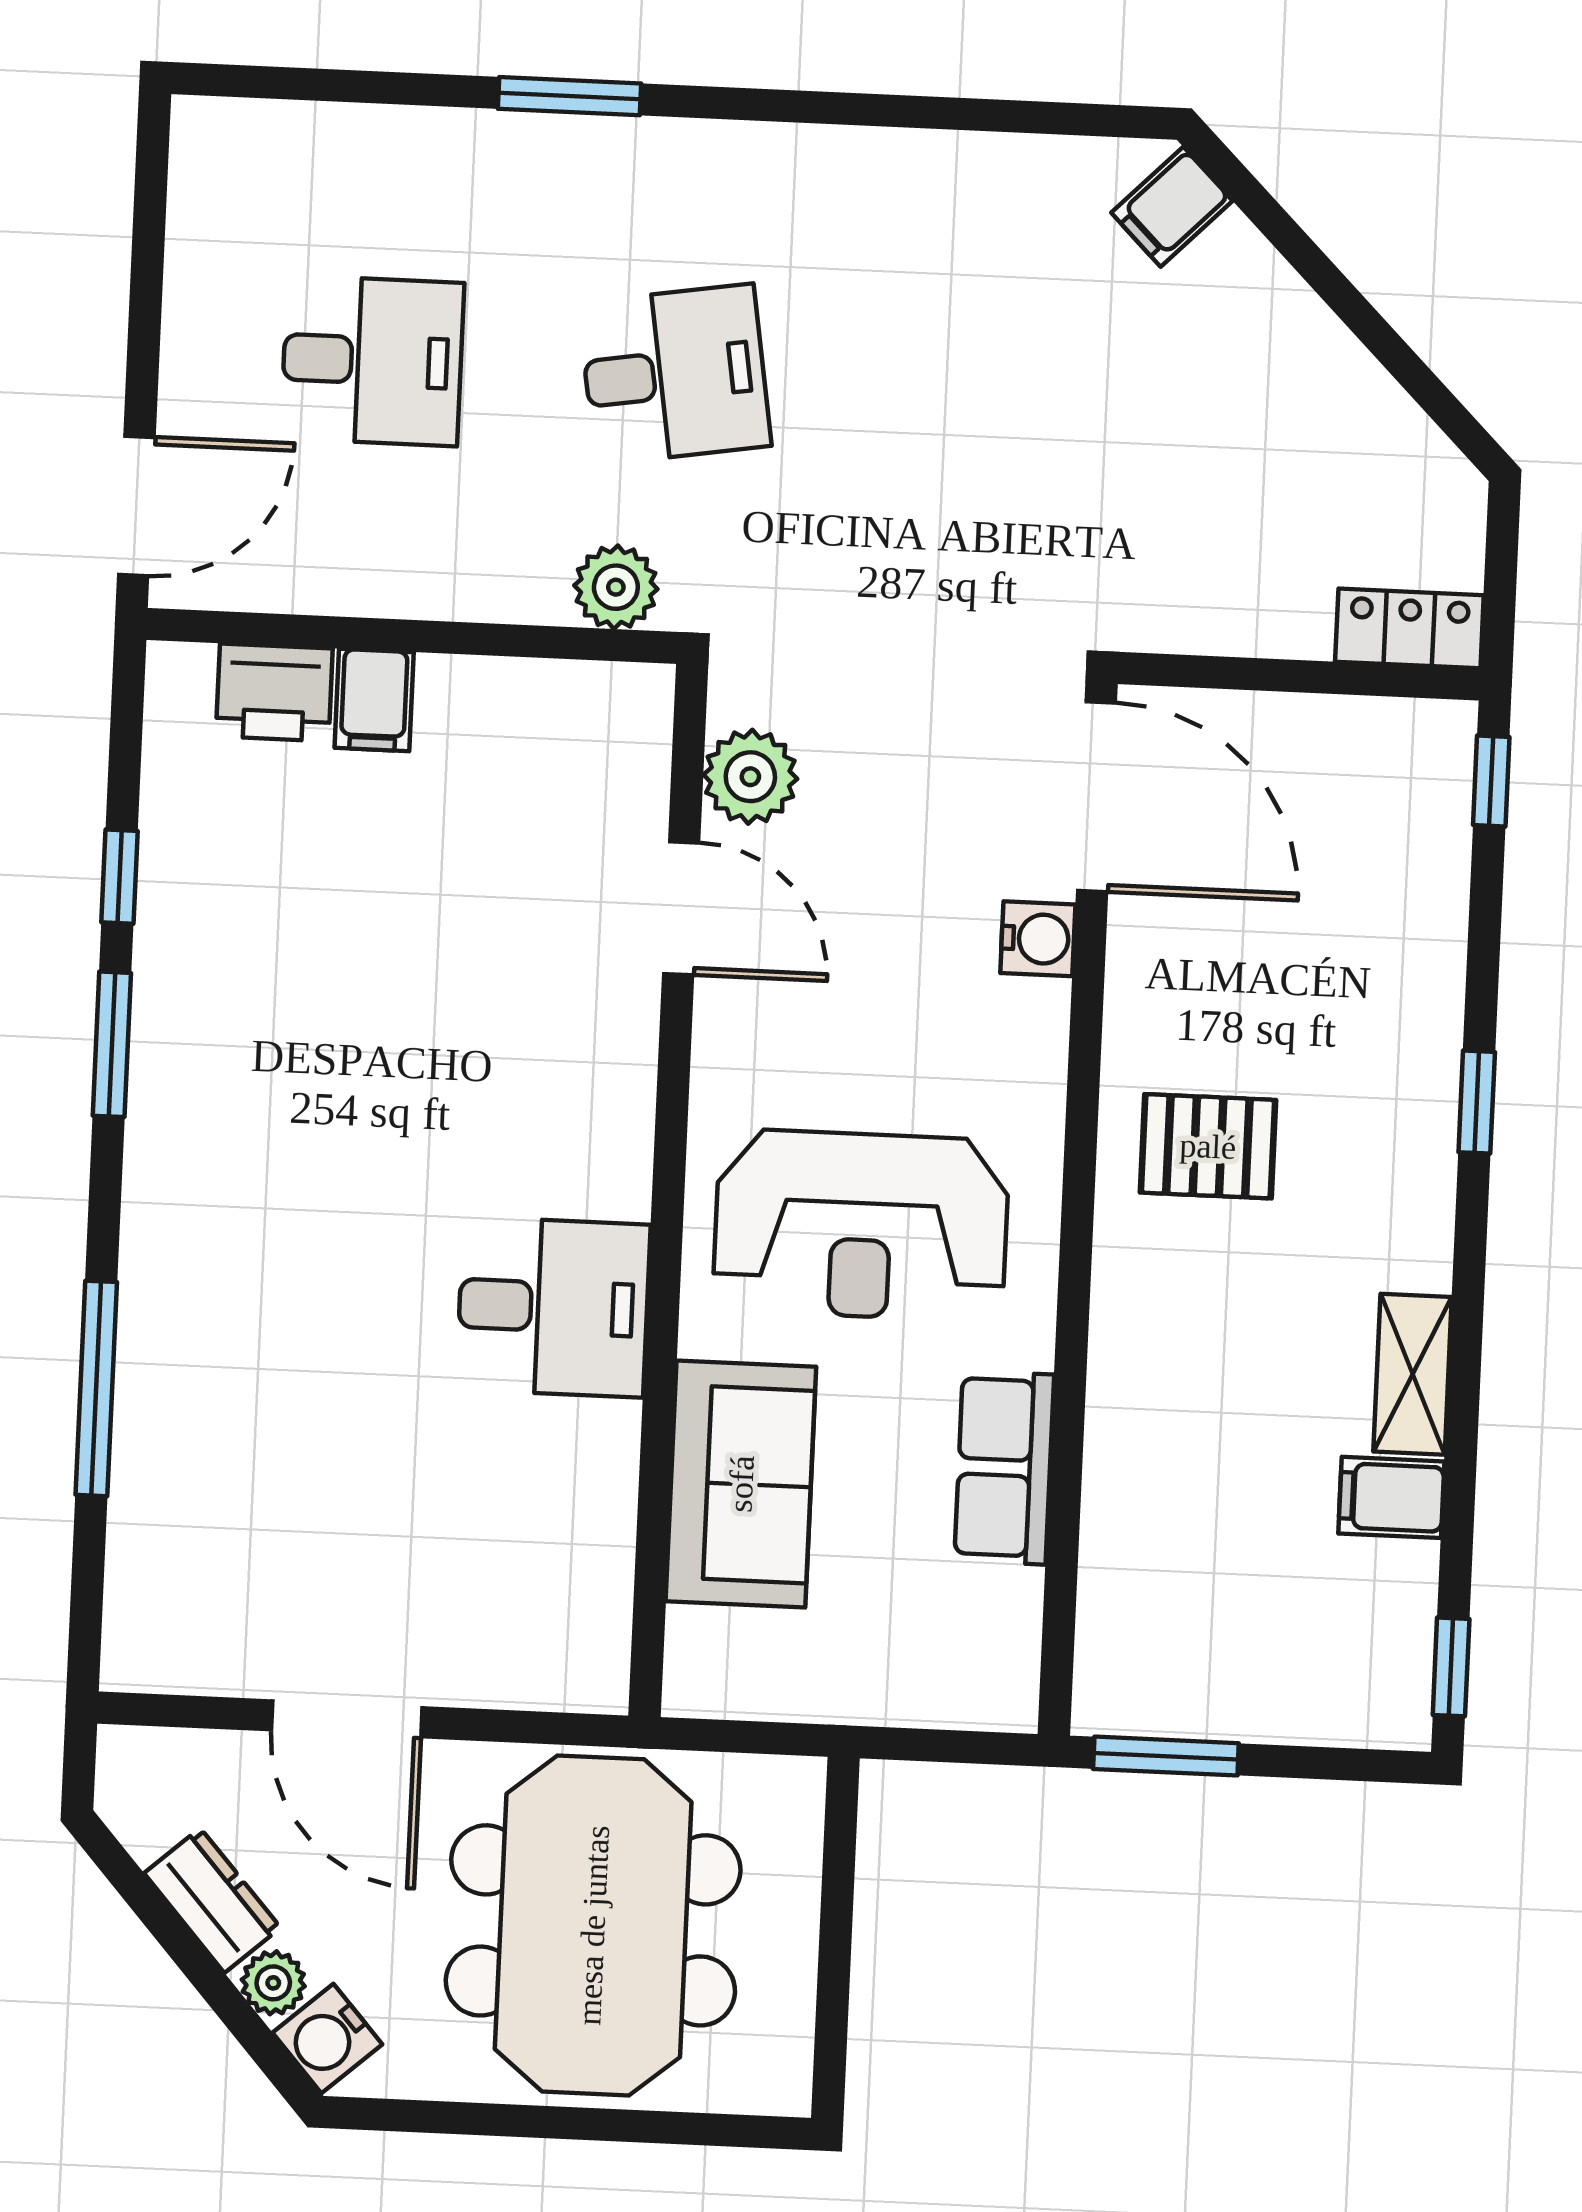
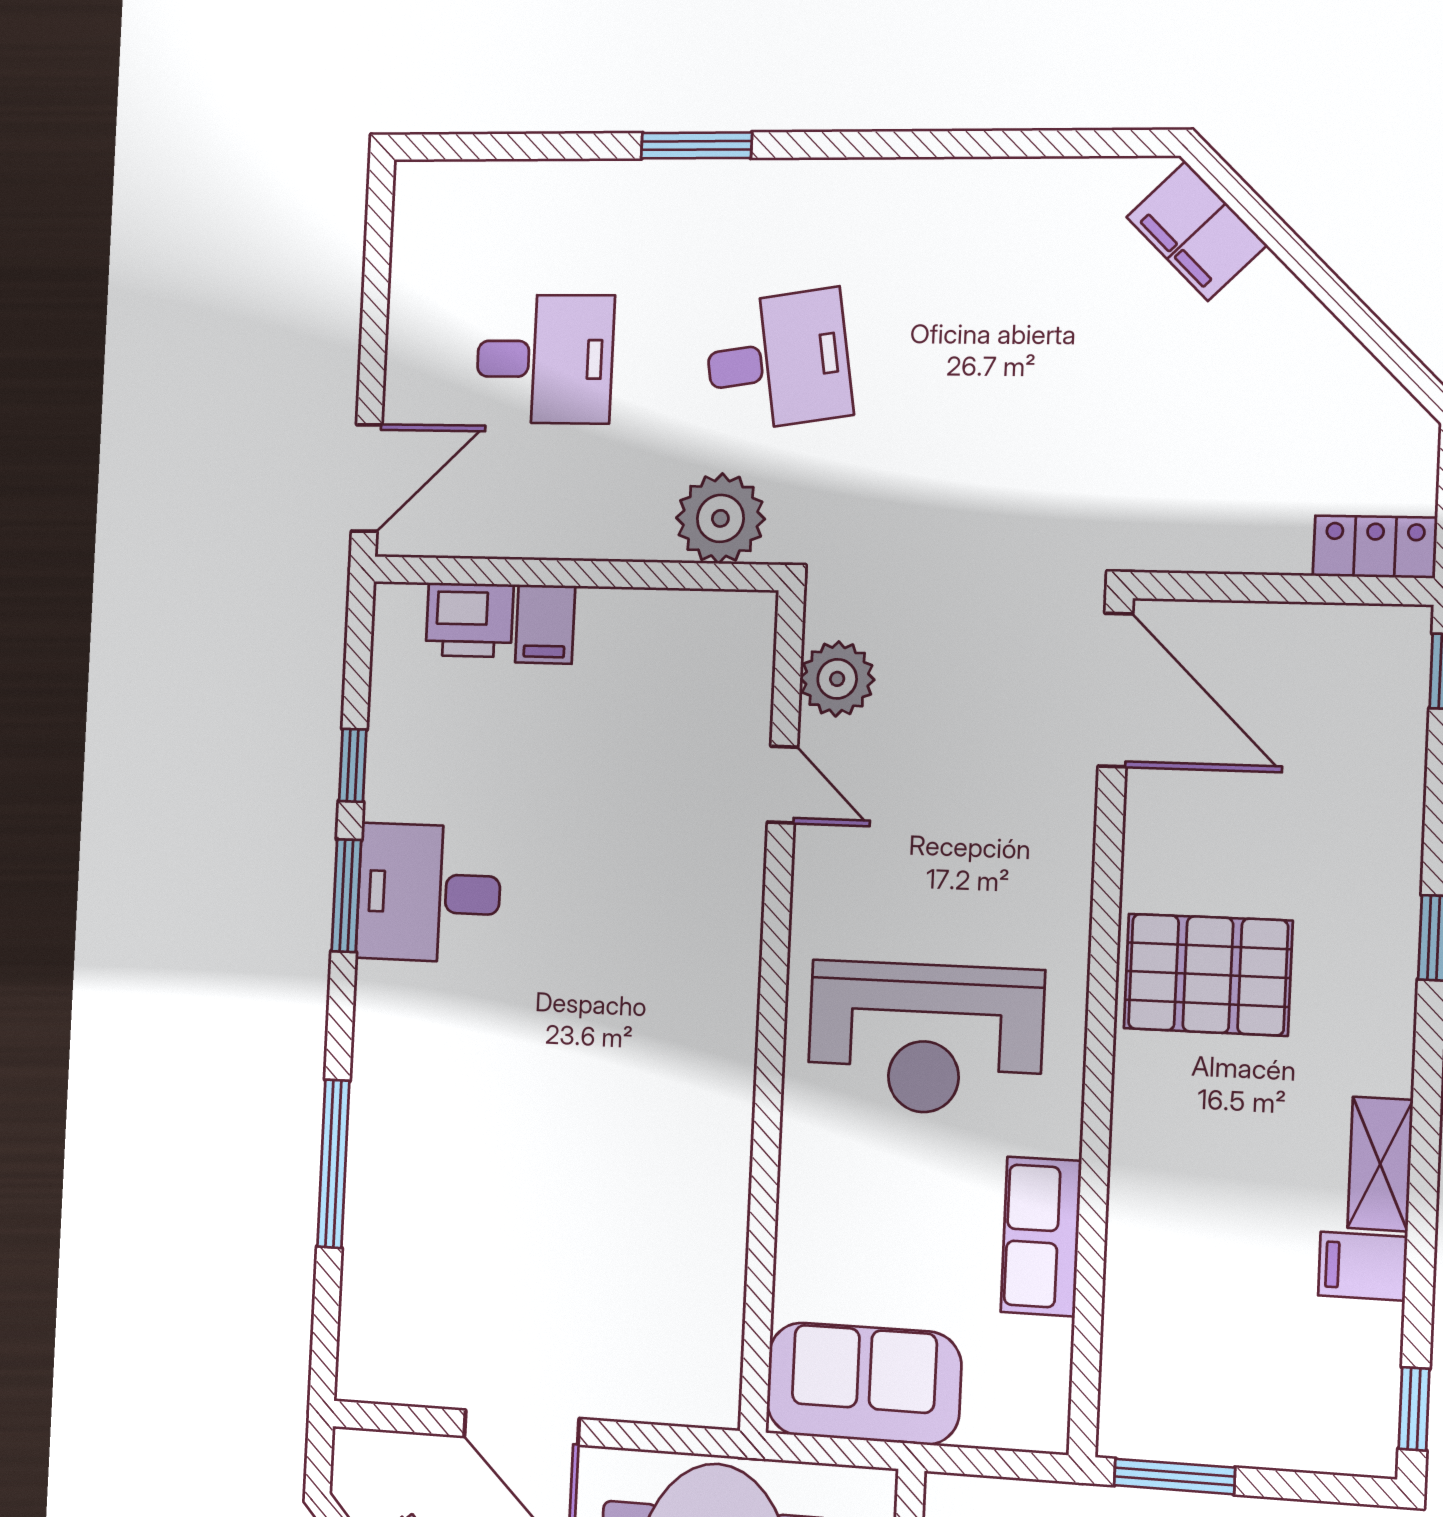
filing cabinet: (1172, 207) -> (1197, 231), width x2.00
plant: (616, 587) -> (720, 518), width x1.36, depth x1.36
door: (681, 908) -> (782, 785), width x0.73
water cooler: (1038, 939) -> (1068, 806), removed
pallet: (1208, 1146) -> (1208, 975), width x1.50, depth x1.42
desk: (553, 1307) -> (429, 893), moved, turned 180
sofa: (741, 1484) -> (864, 1384), moved, turned -90

